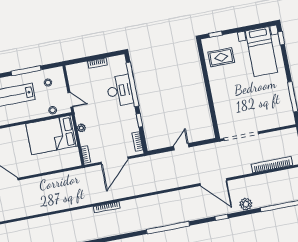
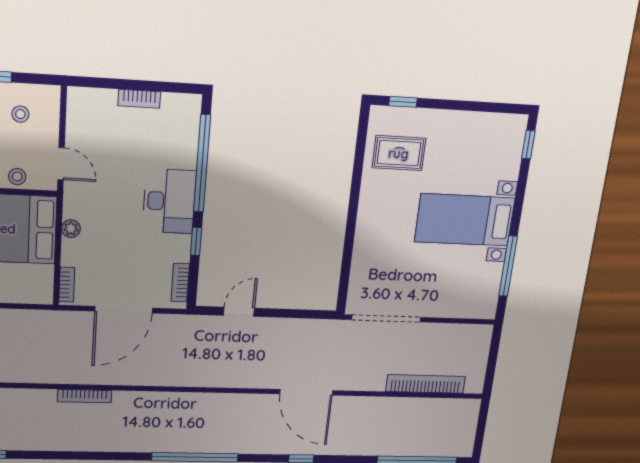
bed with nightstands: (261, 52) -> (465, 220), moved, turned 90
desk: (120, 91) -> (169, 201), moved
door: (181, 147) -> (239, 312), moved
plant: (246, 204) -> (354, 444), removed

